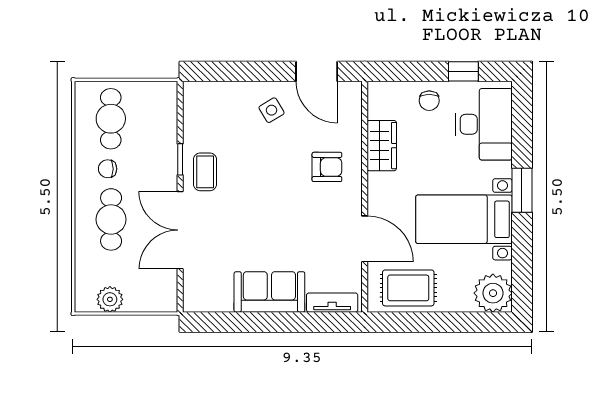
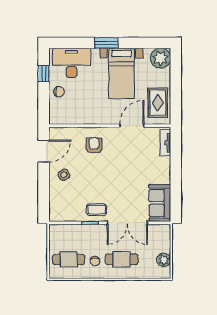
wardrobe: (382, 146) -> (83, 117), removed
sofa: (269, 292) -> (160, 203), moved

